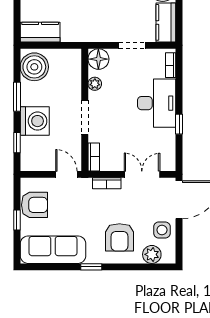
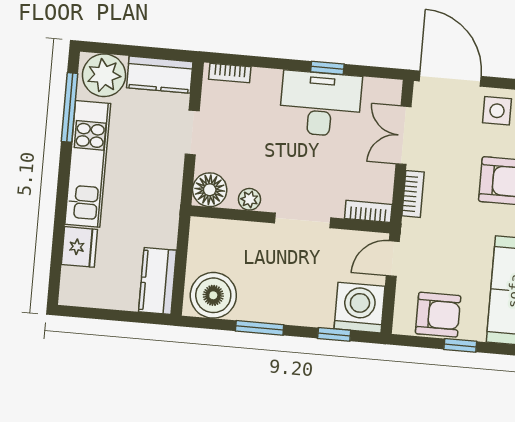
desk: (157, 103) -> (321, 104), moved
washing machine: (35, 121) -> (359, 308), moved
armchair: (34, 205) -> (438, 315), turned 90

